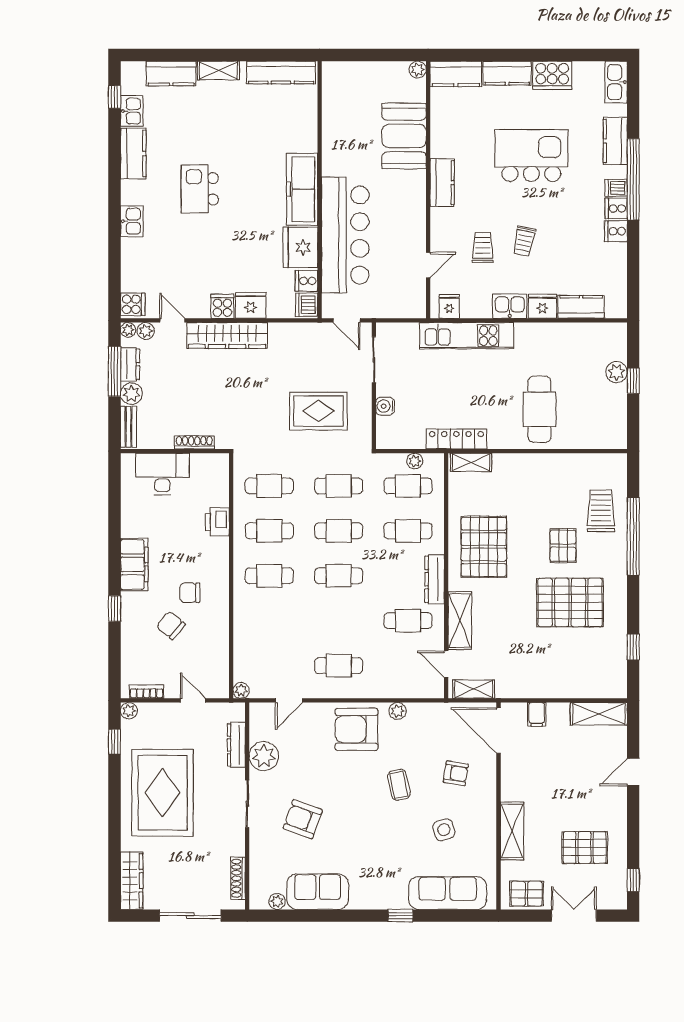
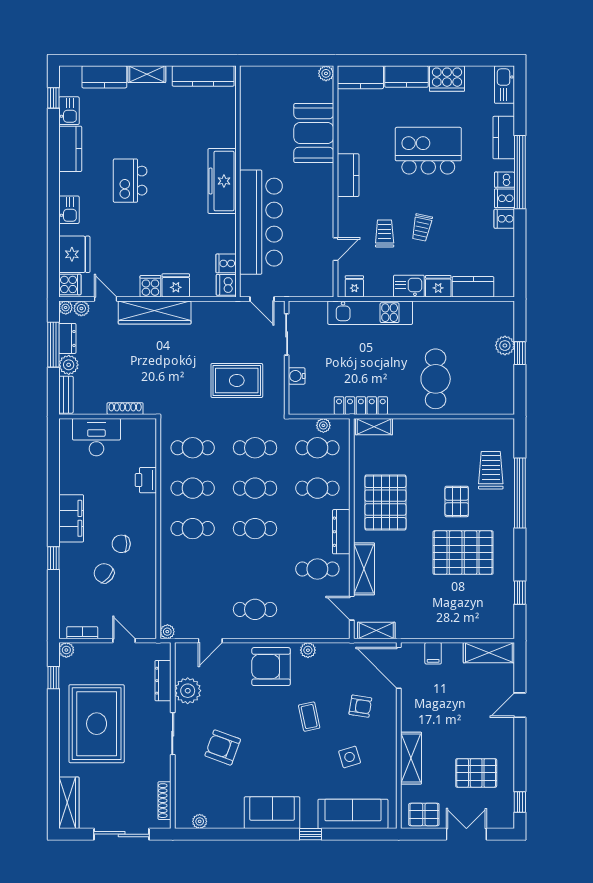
fridge: (300, 247) -> (74, 254), moved, turned 180
sofa: (318, 892) -> (272, 813), moved

